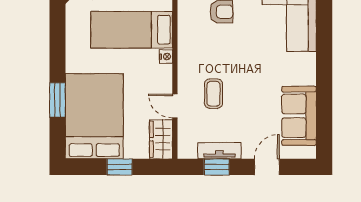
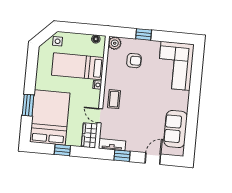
coffee table: (214, 94) -> (114, 99), moved
tv unit: (219, 151) -> (112, 145), moved

